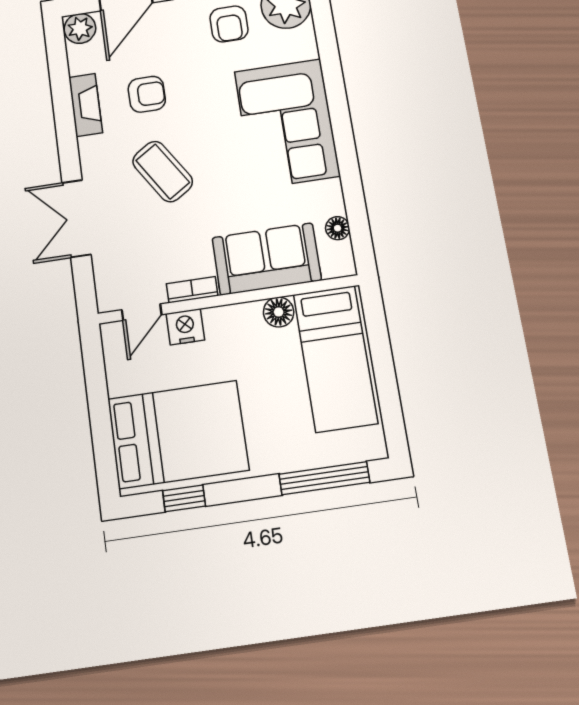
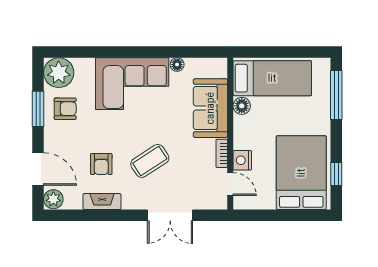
armchair: (147, 94) -> (101, 164), turned 180
floor lamp: (338, 228) -> (177, 65), moved

